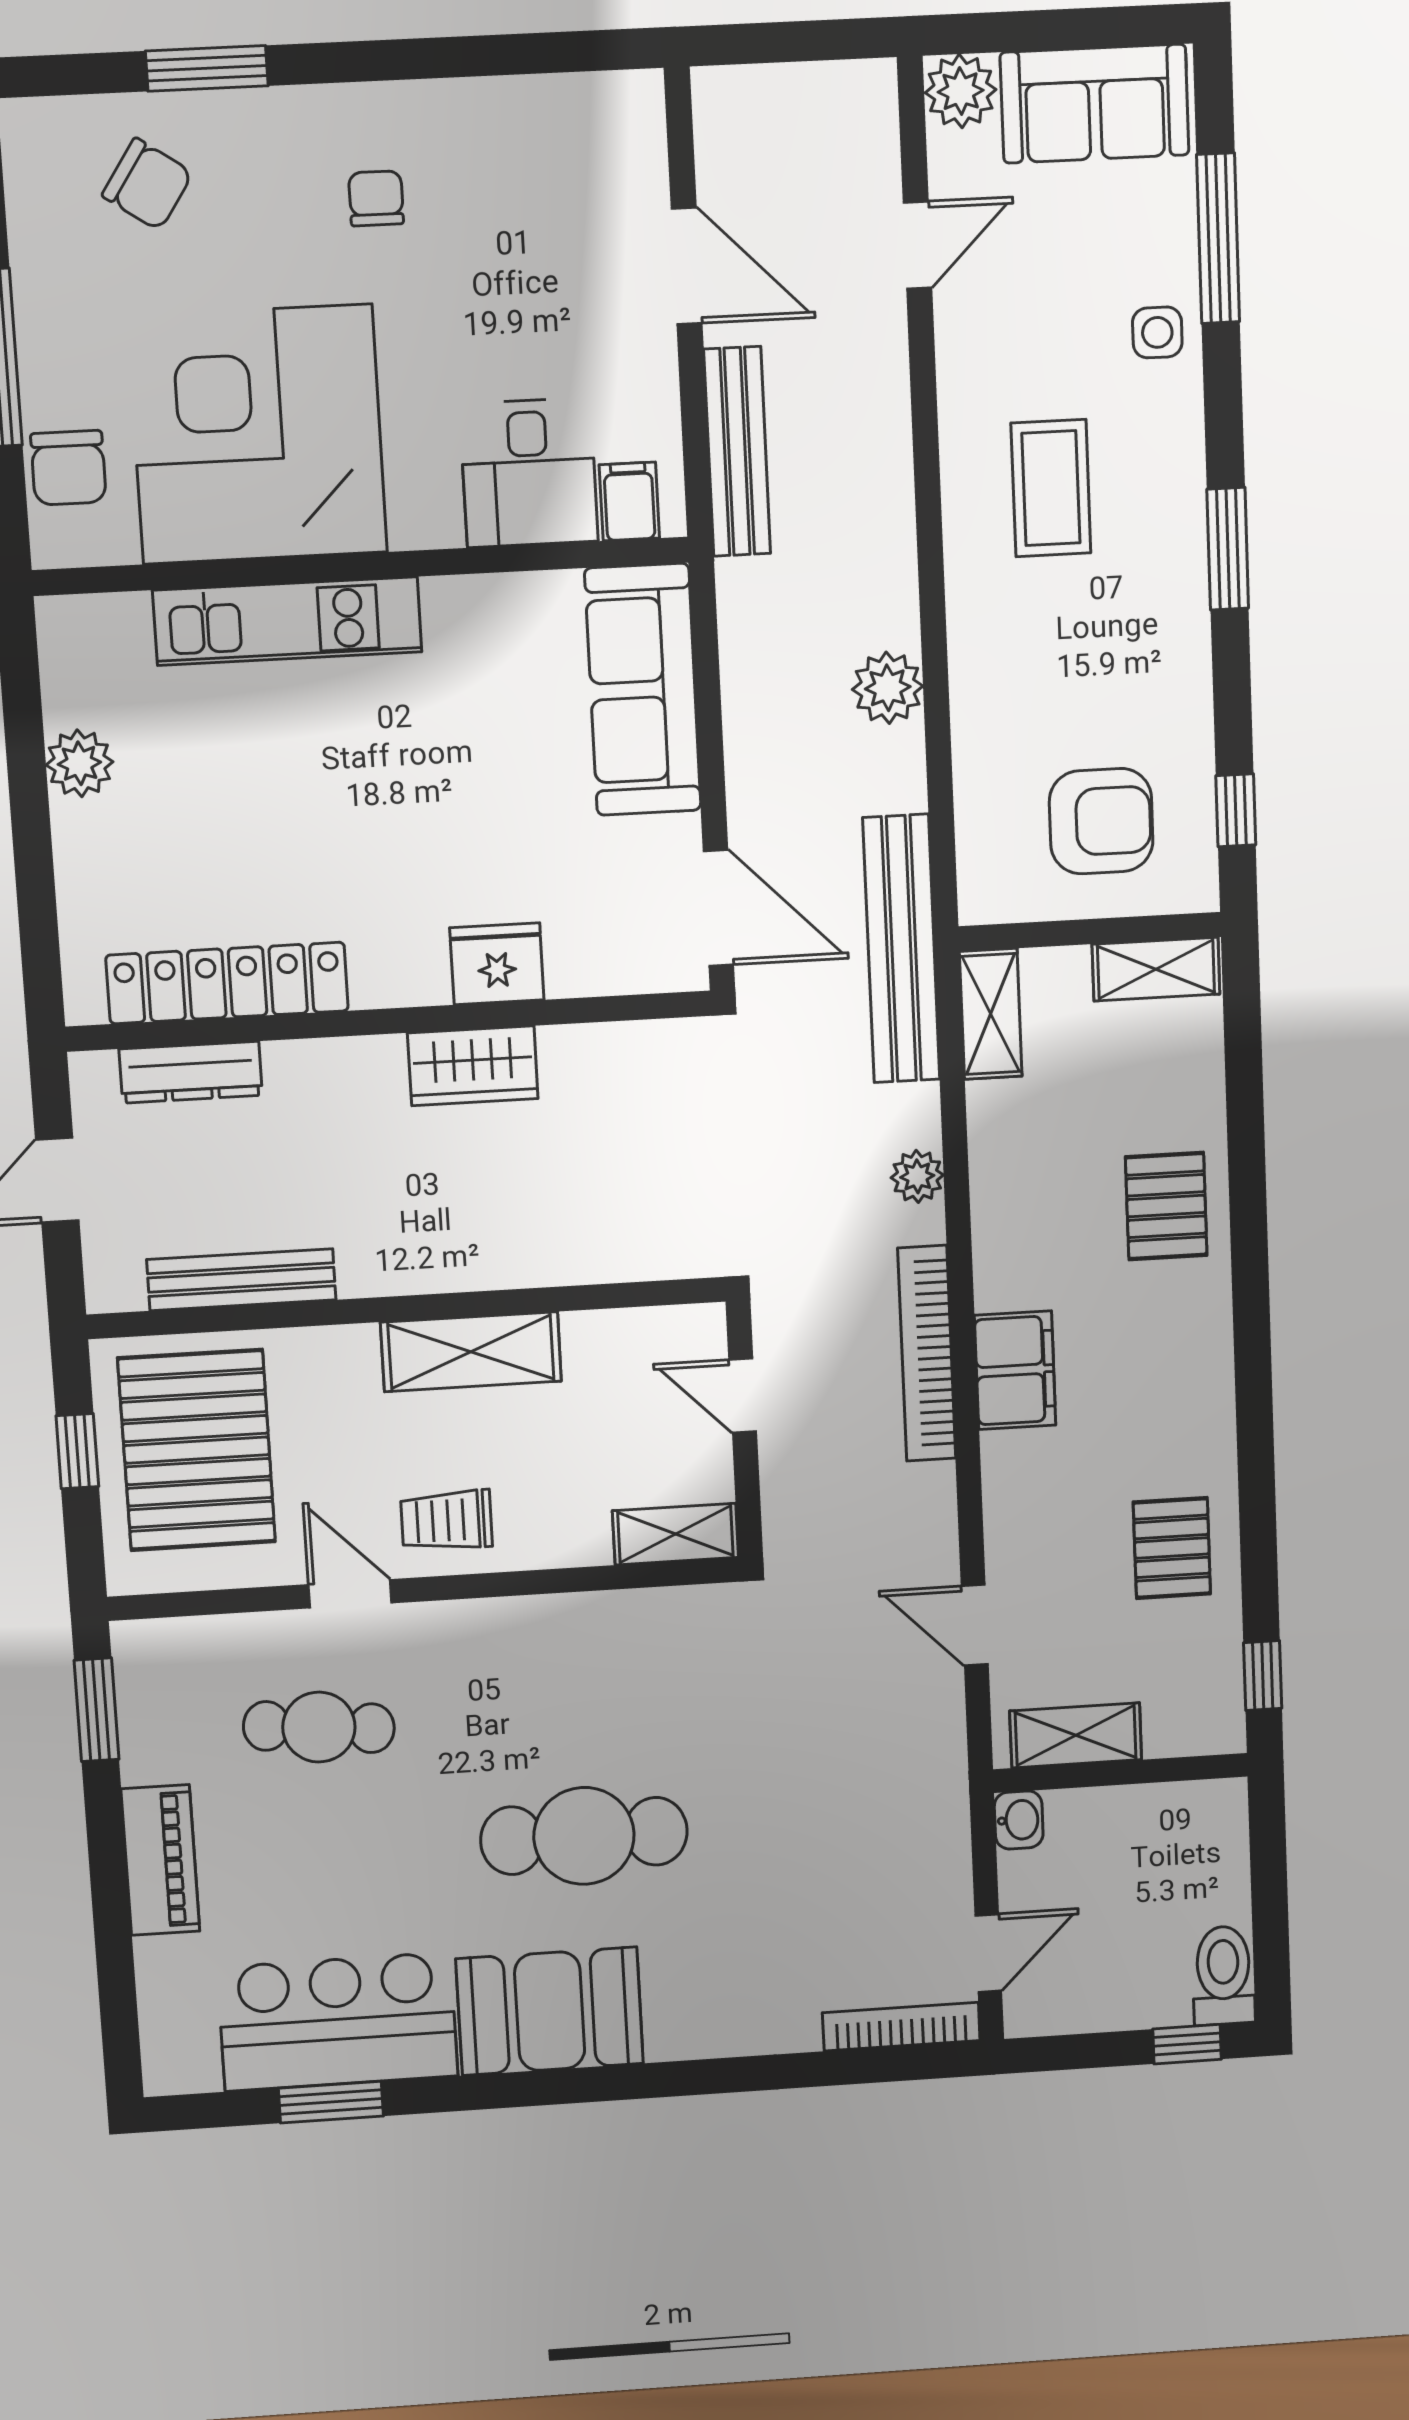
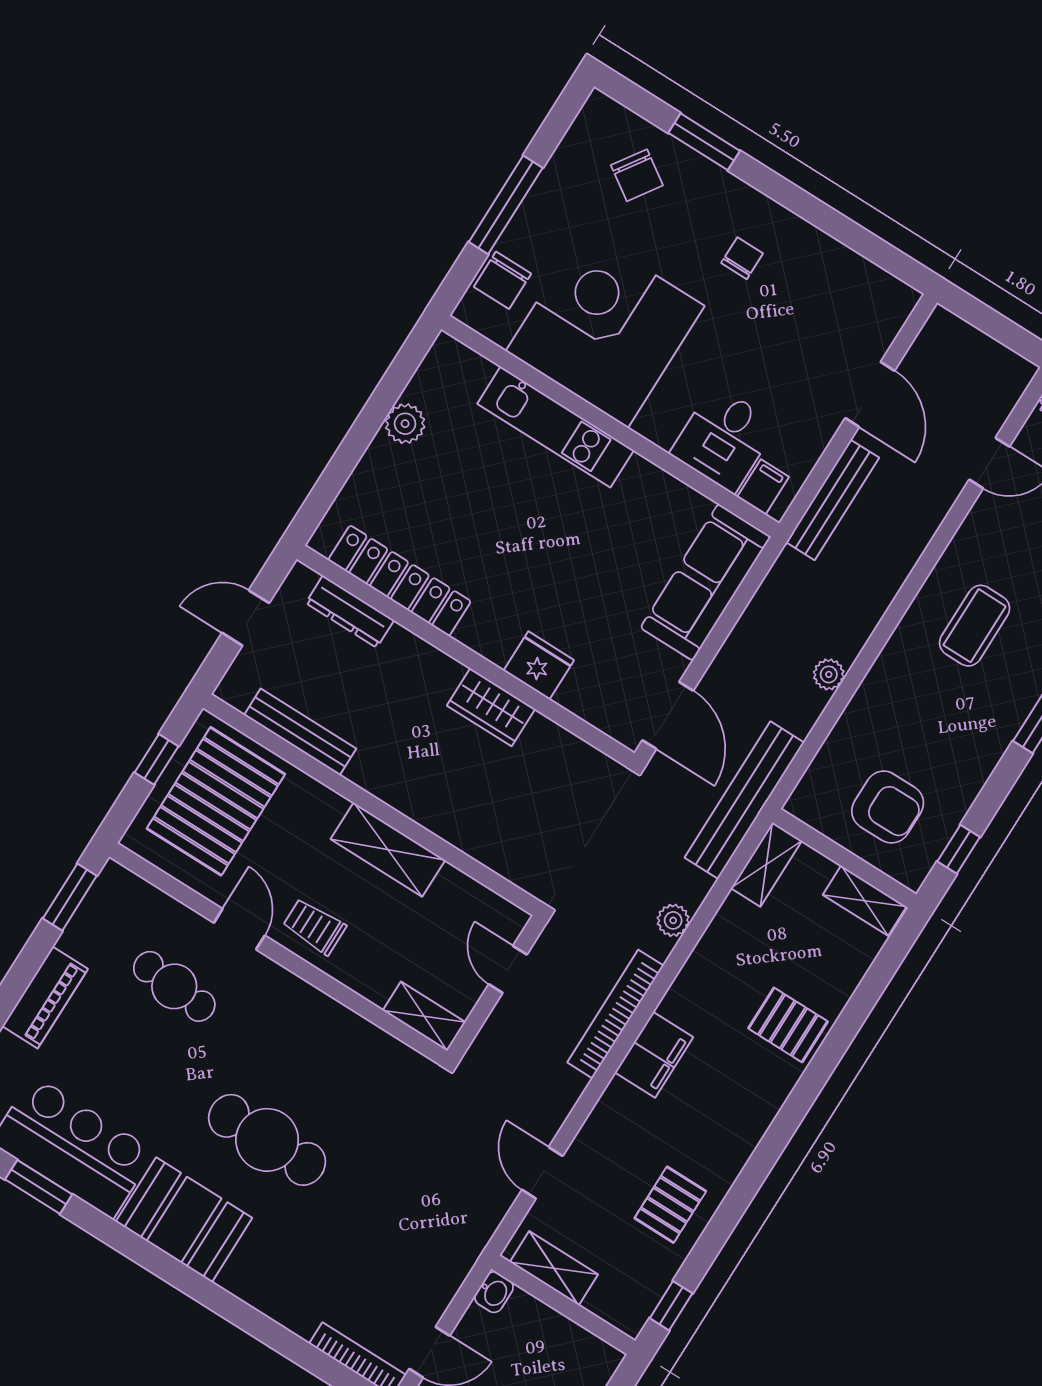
plant: (888, 688) -> (829, 674), width x0.73, depth x0.73
pallet: (1166, 1206) -> (788, 1025), turned 90

